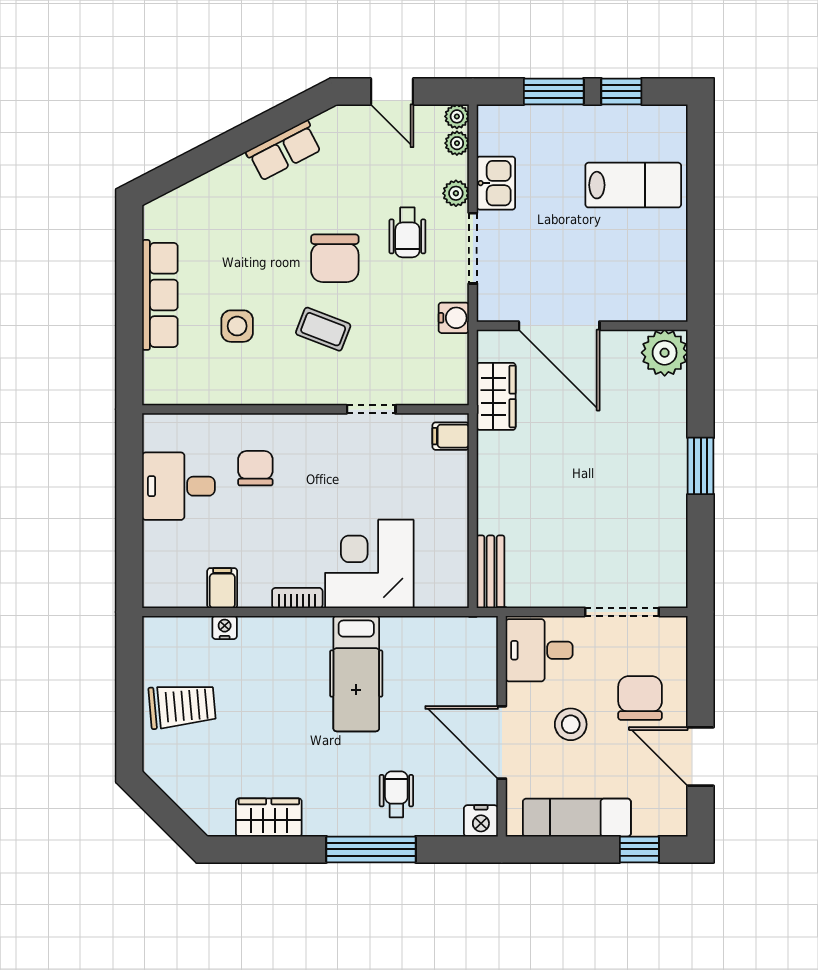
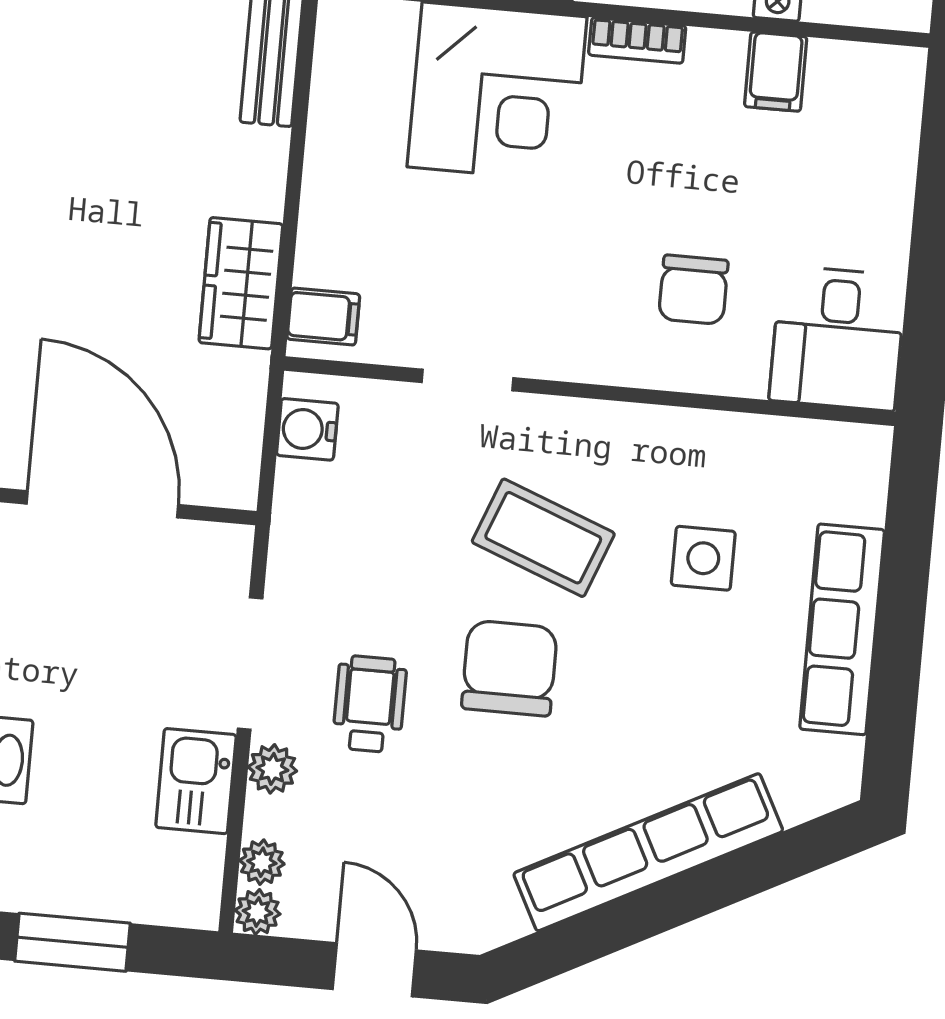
row of seats: (284, 151) -> (648, 852), width x2.02
water cooler: (454, 318) -> (307, 429), moved
coffee table: (323, 329) -> (543, 538), width x1.36, depth x1.30
wardrobe: (496, 396) -> (241, 283), moved
desk: (178, 486) -> (838, 338), moved, turned 90

